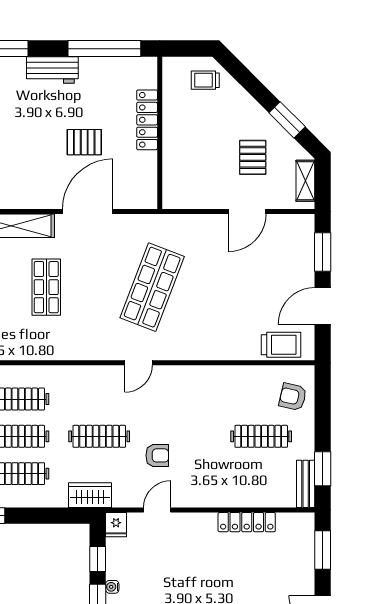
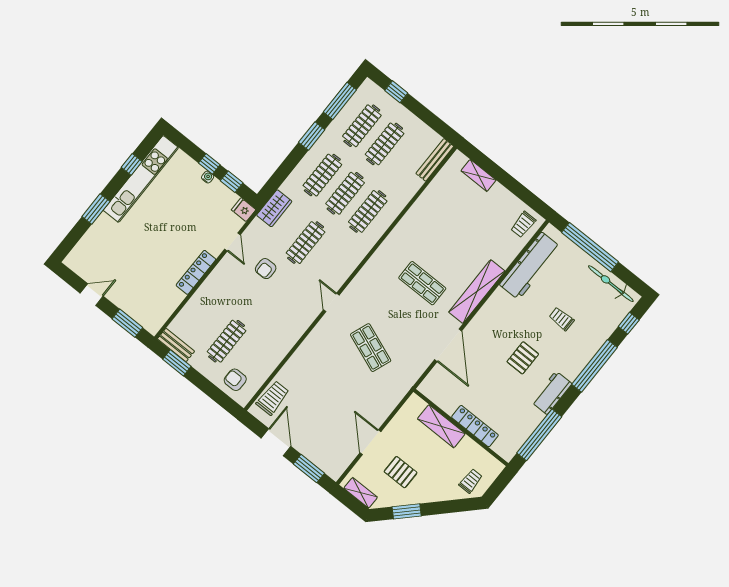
pallet: (84, 142) -> (523, 358), moved
shelving: (174, 153) -> (441, 426), added
shop shelf: (152, 287) -> (371, 348), width x0.70, depth x0.74
trolley: (281, 345) -> (273, 398), turned 180
armchair: (293, 397) -> (235, 380), turned -103
locker: (247, 522) -> (196, 272), moved

